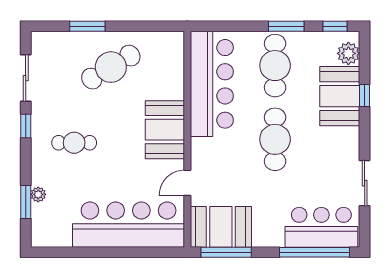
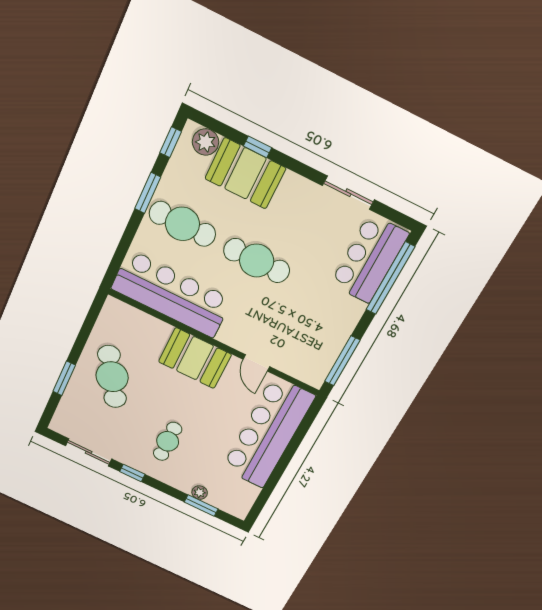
booth: (221, 227) -> (315, 354), removed

